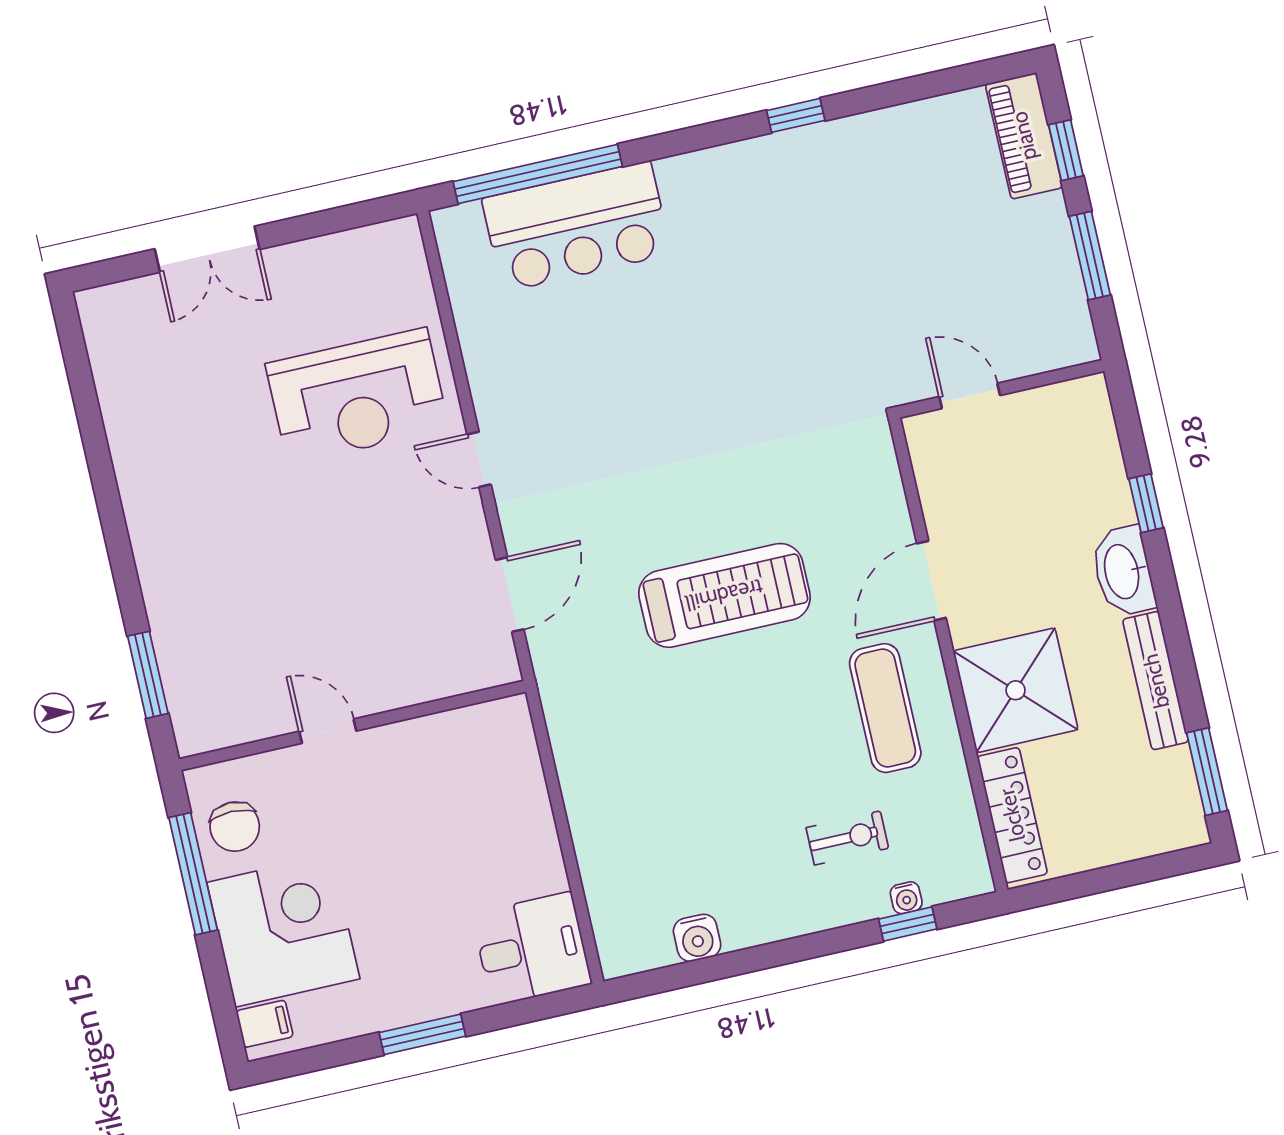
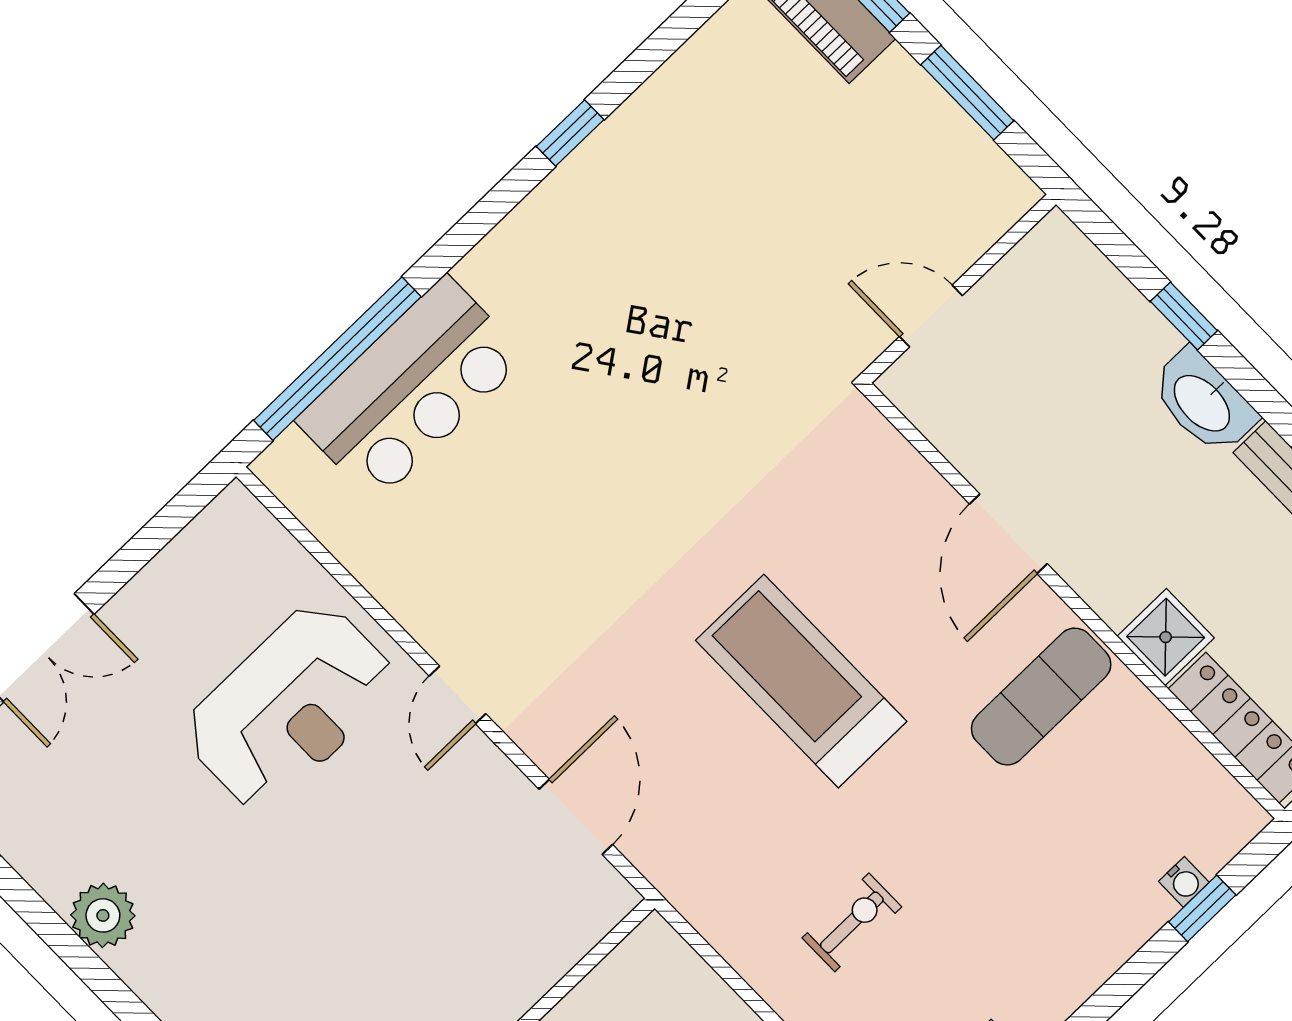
door: (479, 459) -> (457, 695), hinge flipped
plant: (138, 463) -> (103, 915), added
treadmill: (724, 595) -> (801, 681), turned -90
shower: (1016, 690) -> (1166, 637), width x0.54, depth x0.54
exercise mat: (885, 708) -> (1041, 697), turned 90
exercise bike: (847, 838) -> (852, 922), moved

